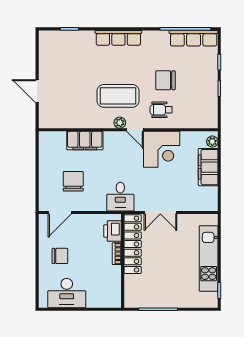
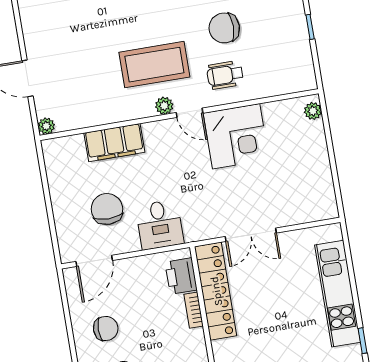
plant: (44, 123) -> (46, 126), added
filing cabinet: (208, 167) -> (313, 152), removed
desk: (120, 197) -> (160, 225), moved

